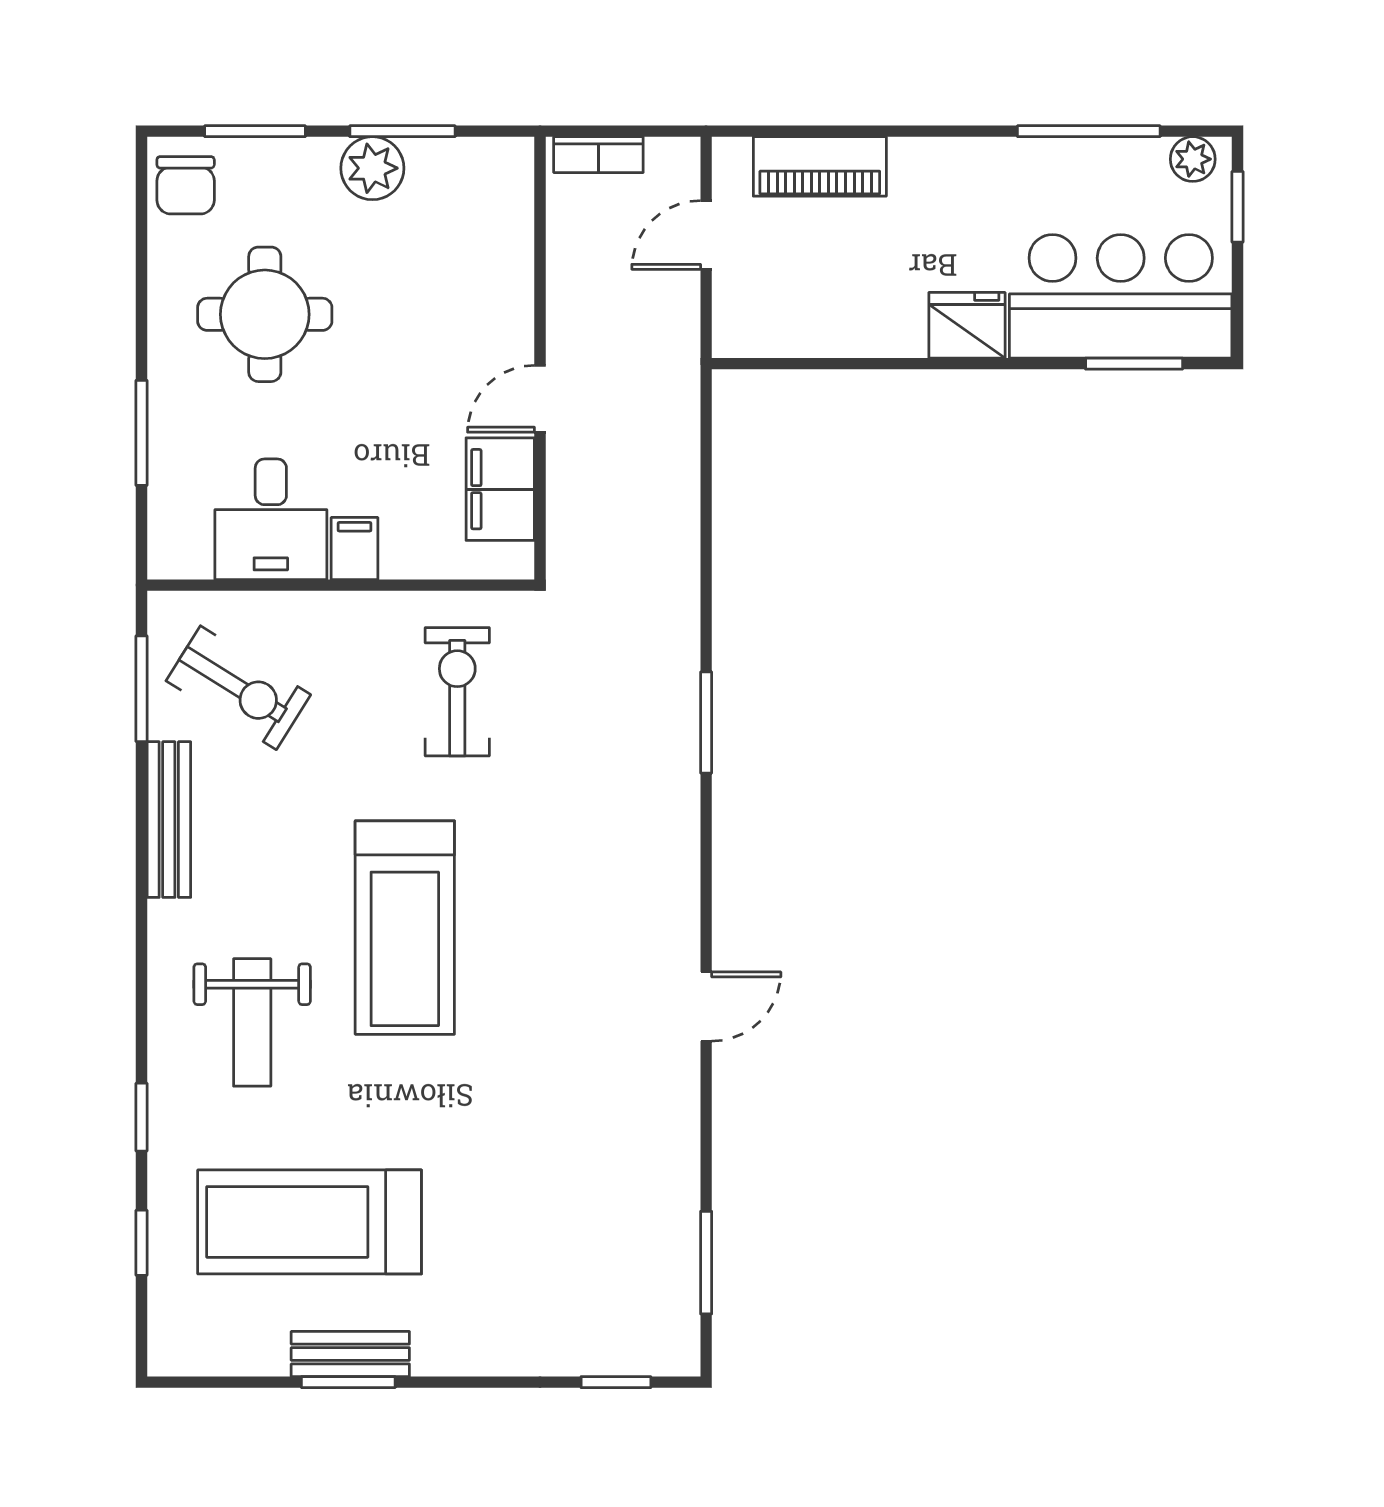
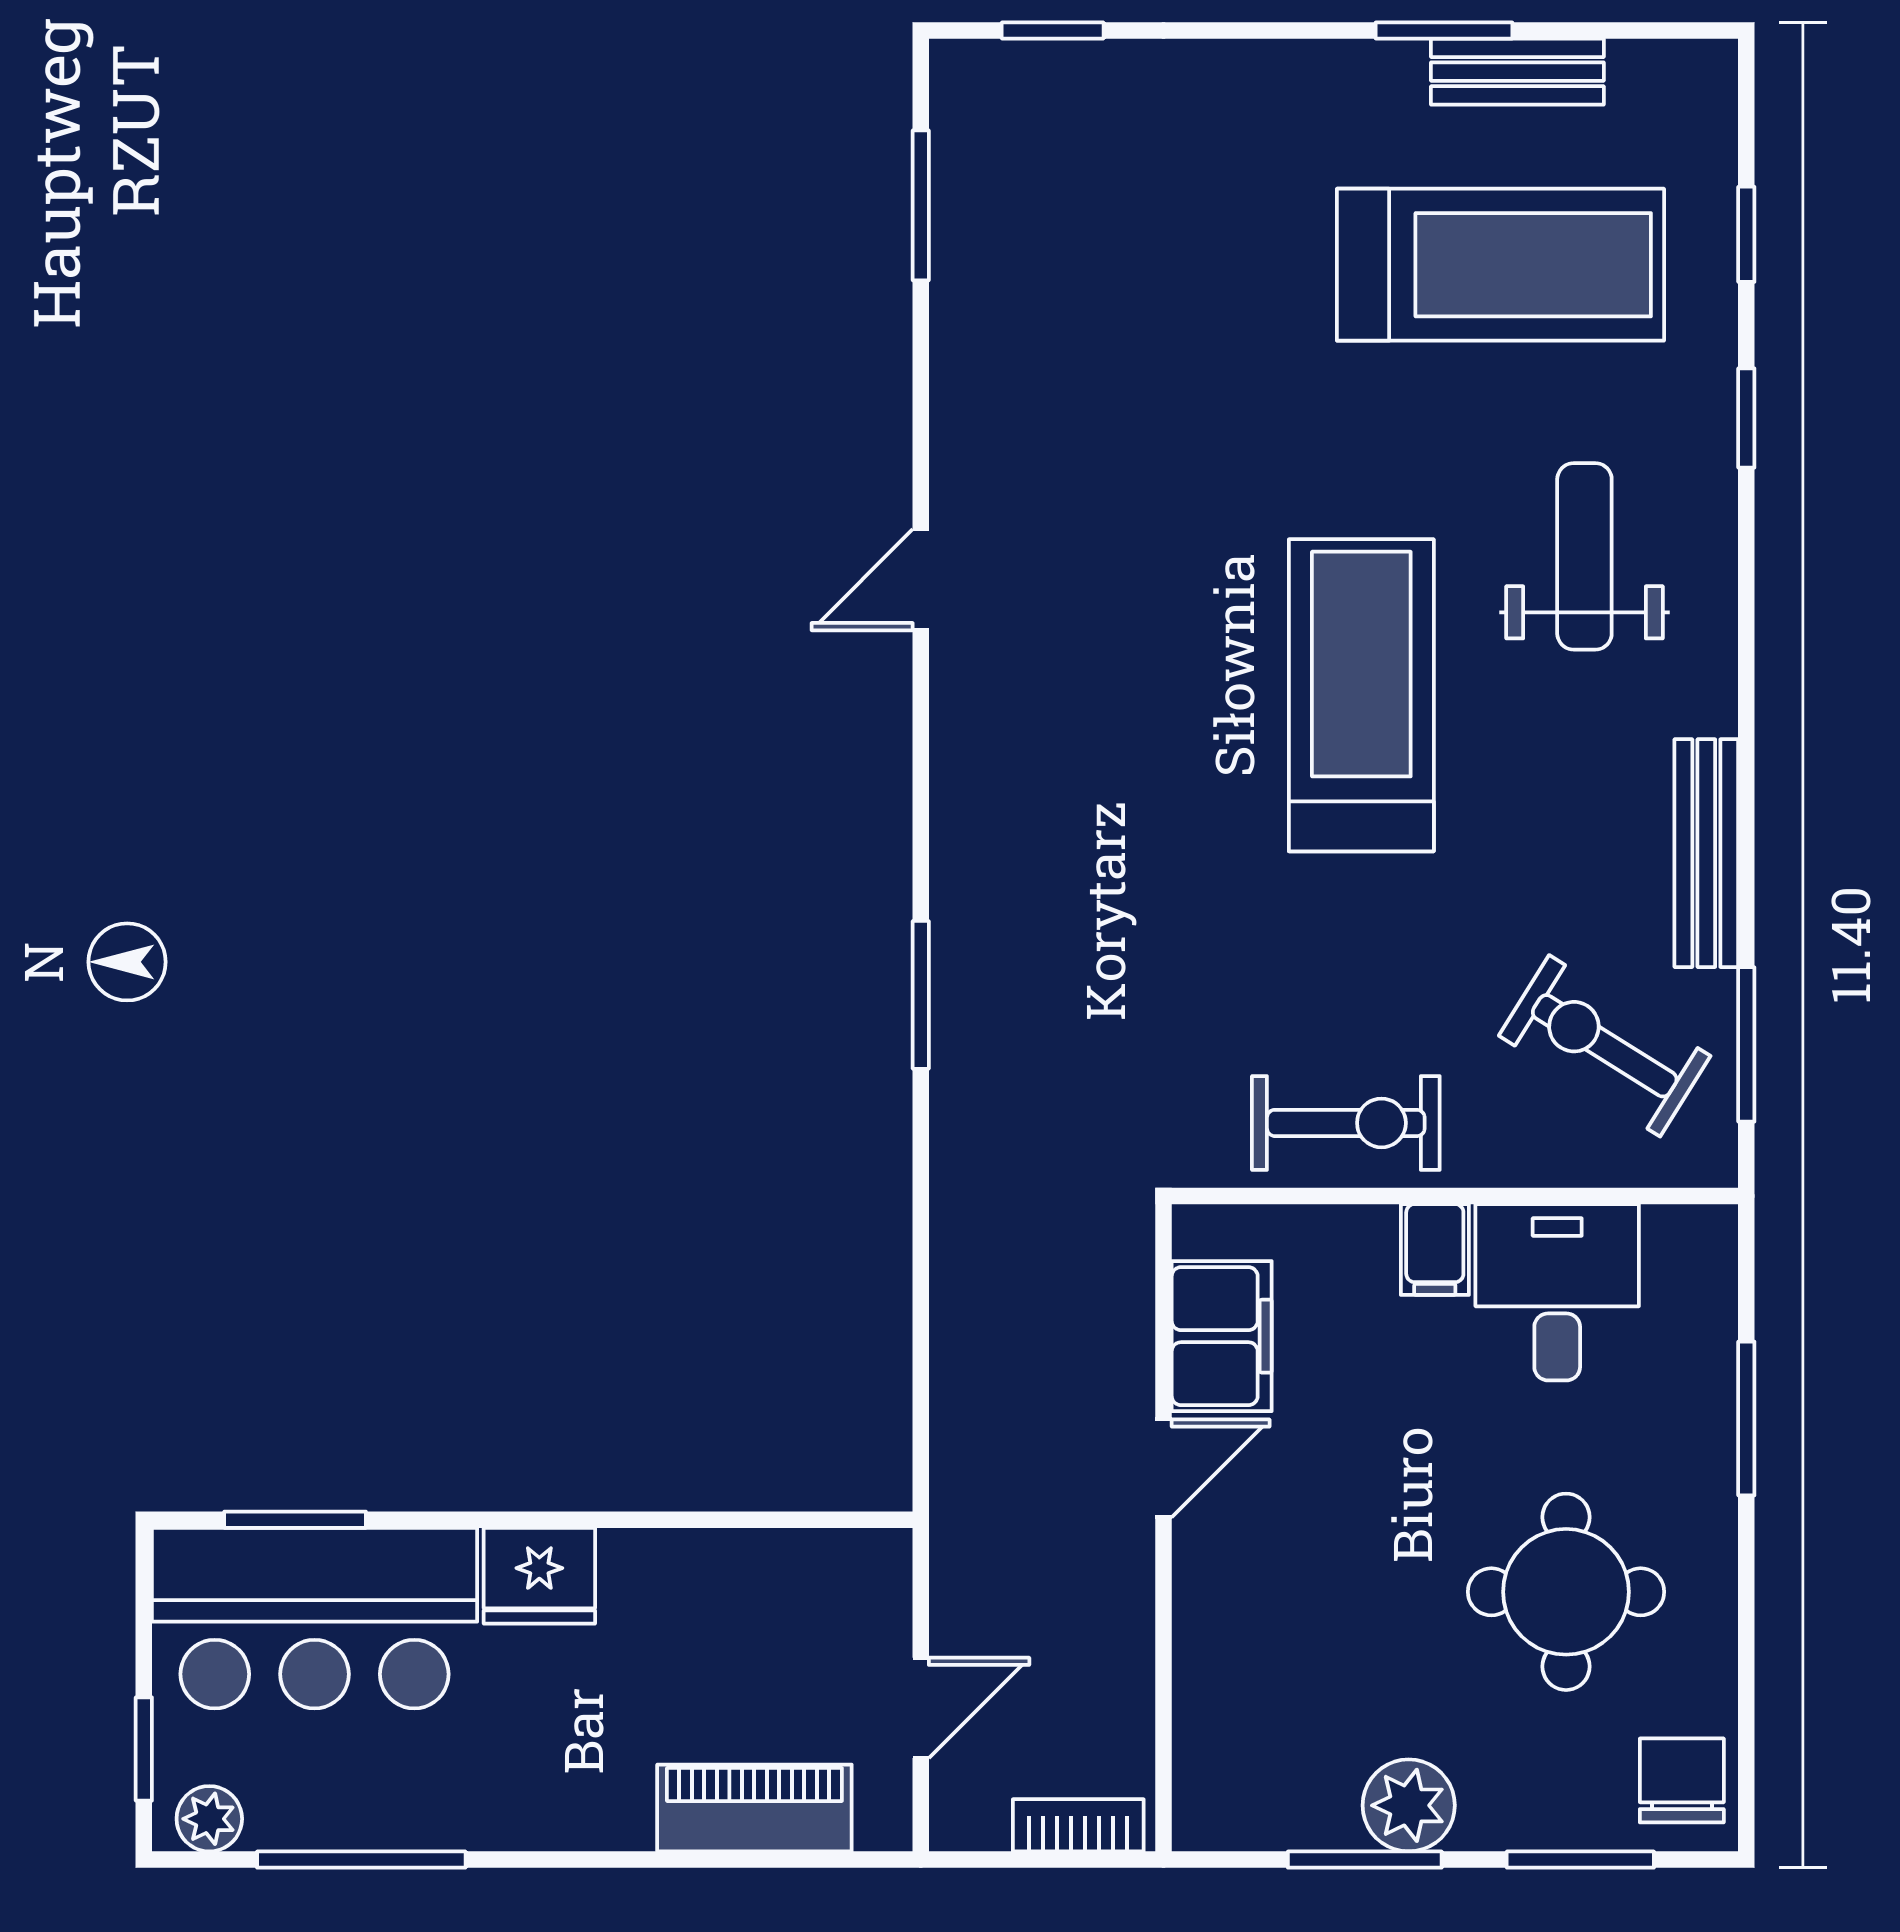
exercise bike: (457, 692) -> (1346, 1123), moved, turned -90
bench: (350, 1354) -> (1517, 72), moved

